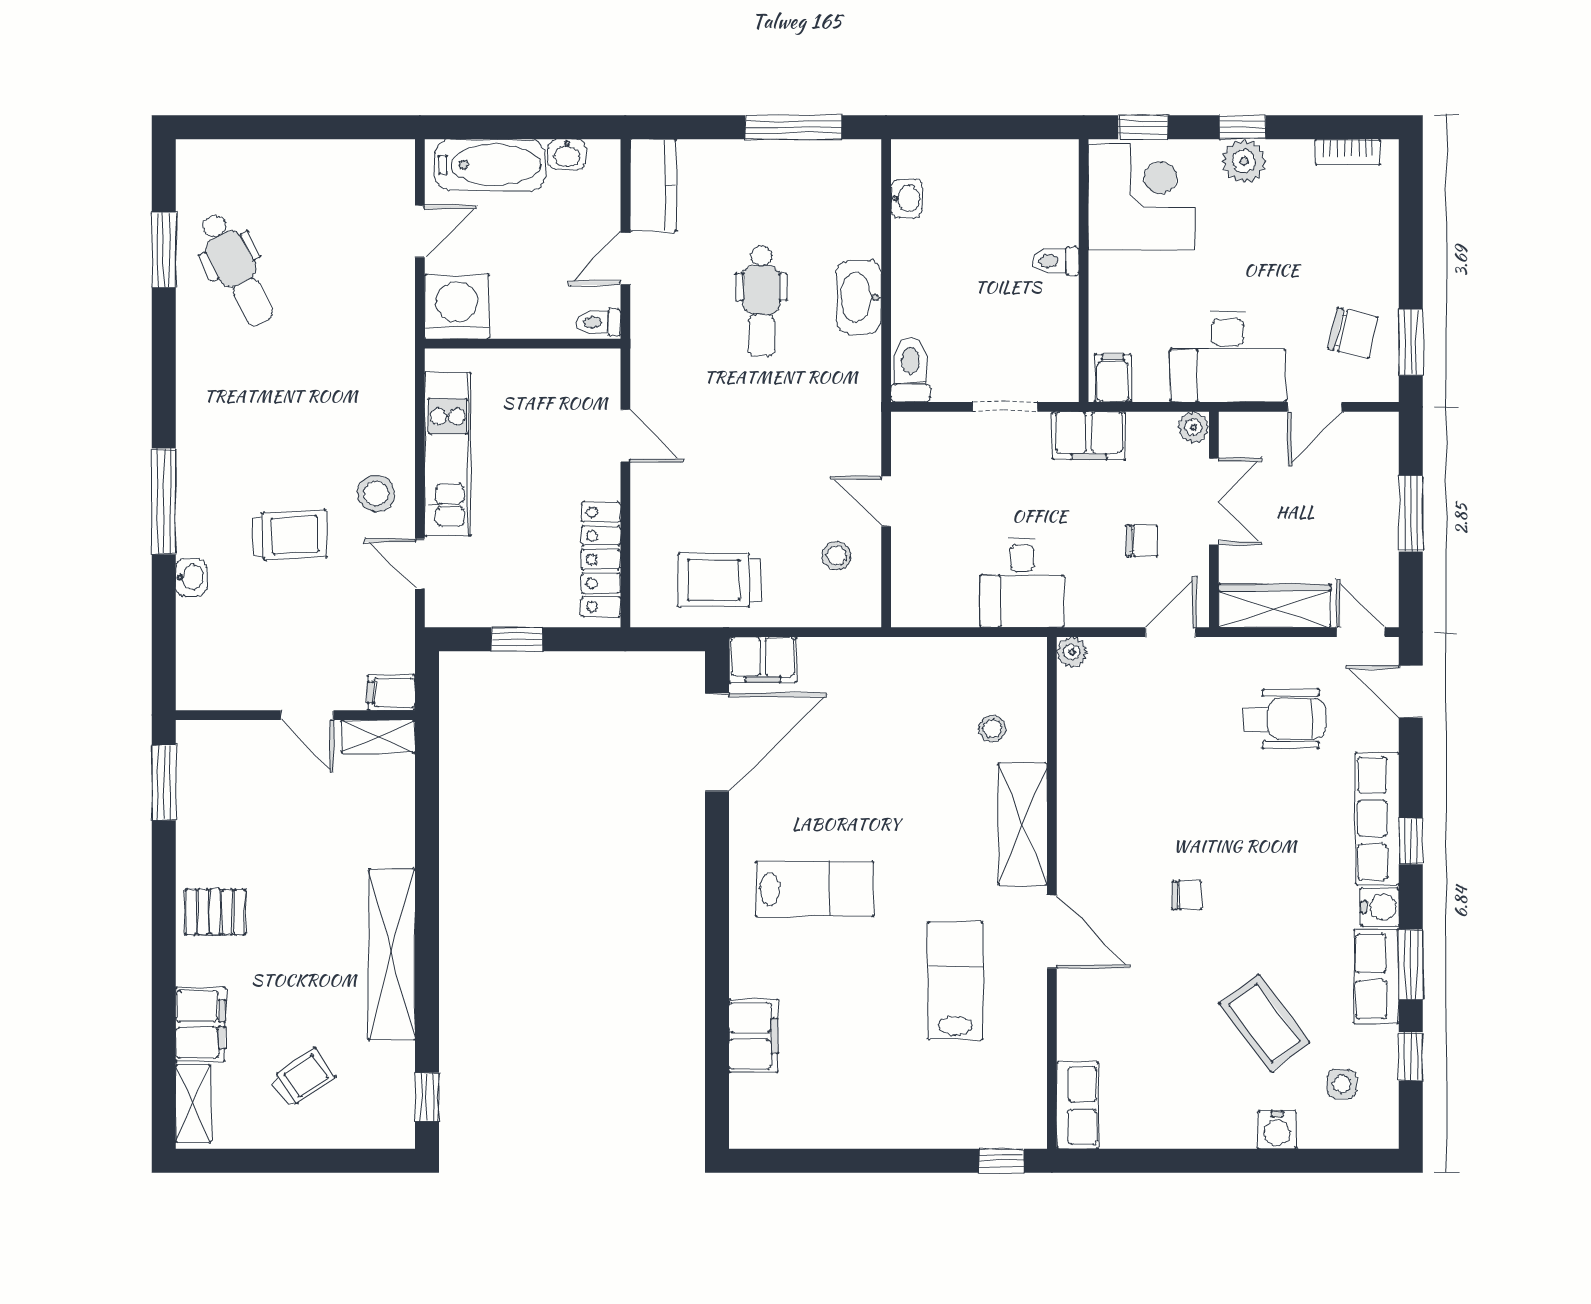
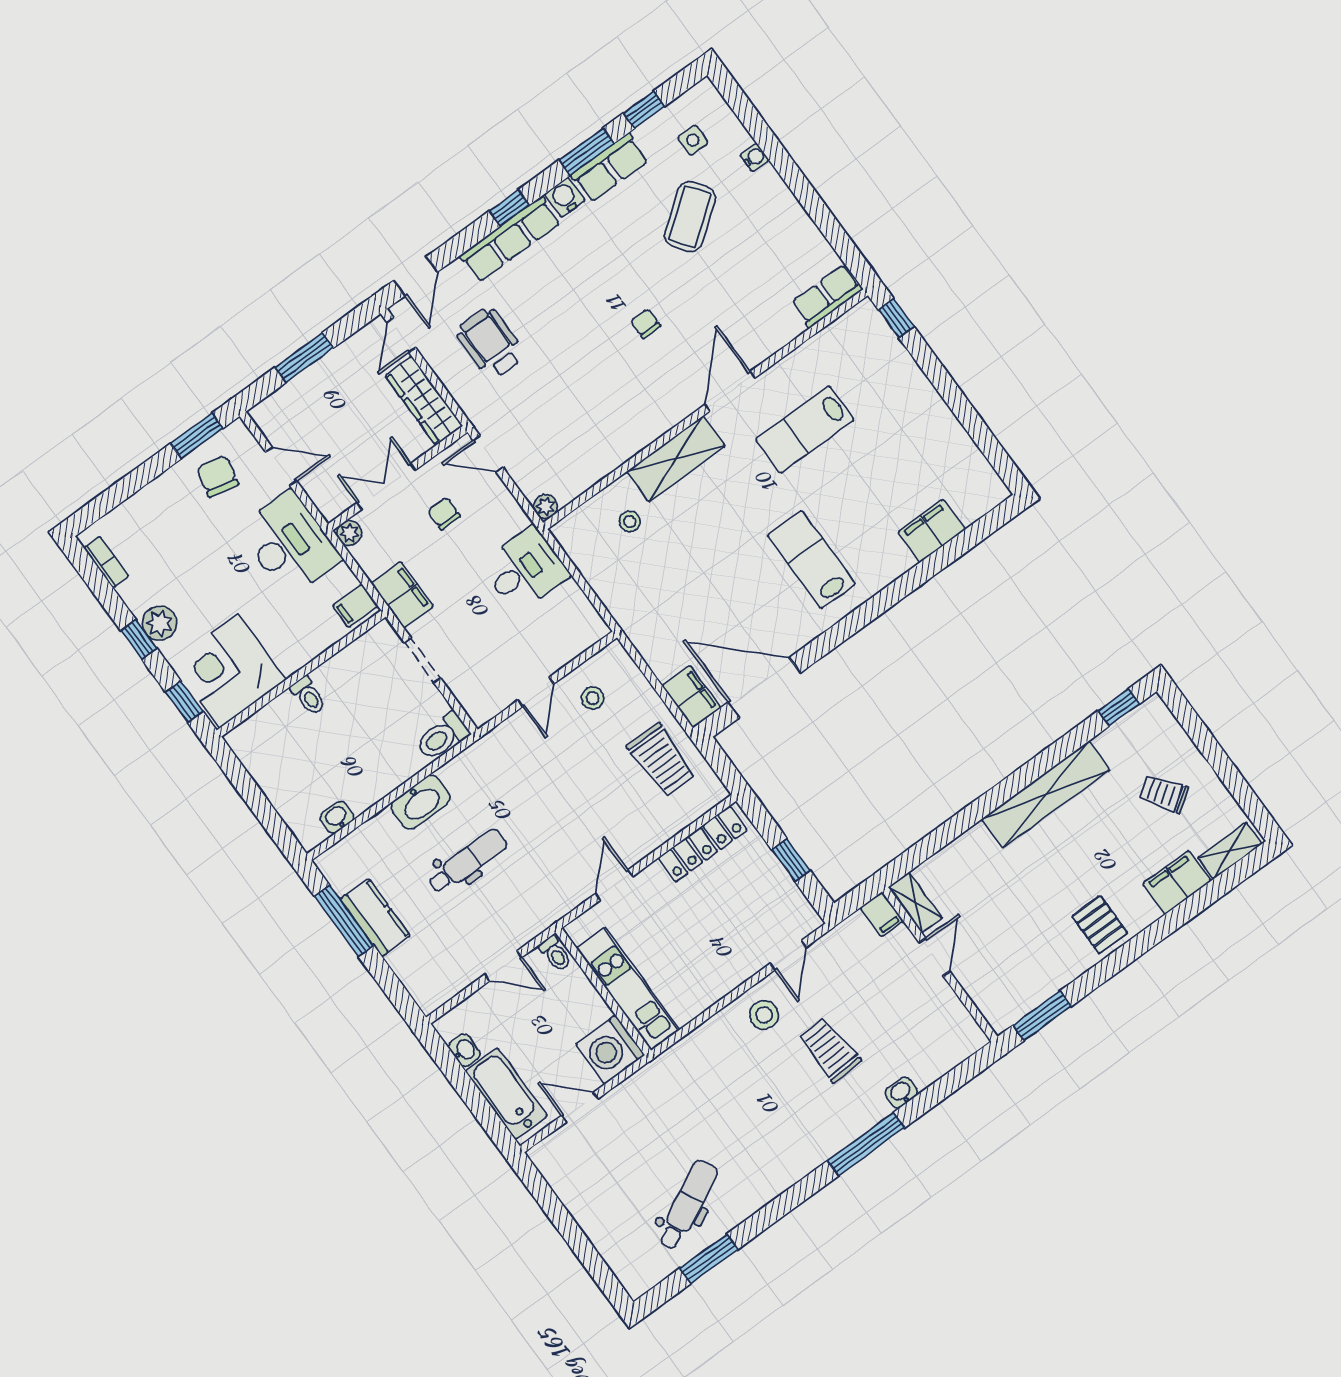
kitchen counter: (653, 185) -> (375, 917), moved, turned 90
kitchen unit: (448, 454) -> (628, 989), moved, turned 90
water cooler: (1277, 1130) -> (754, 157), width x0.72, depth x0.72

